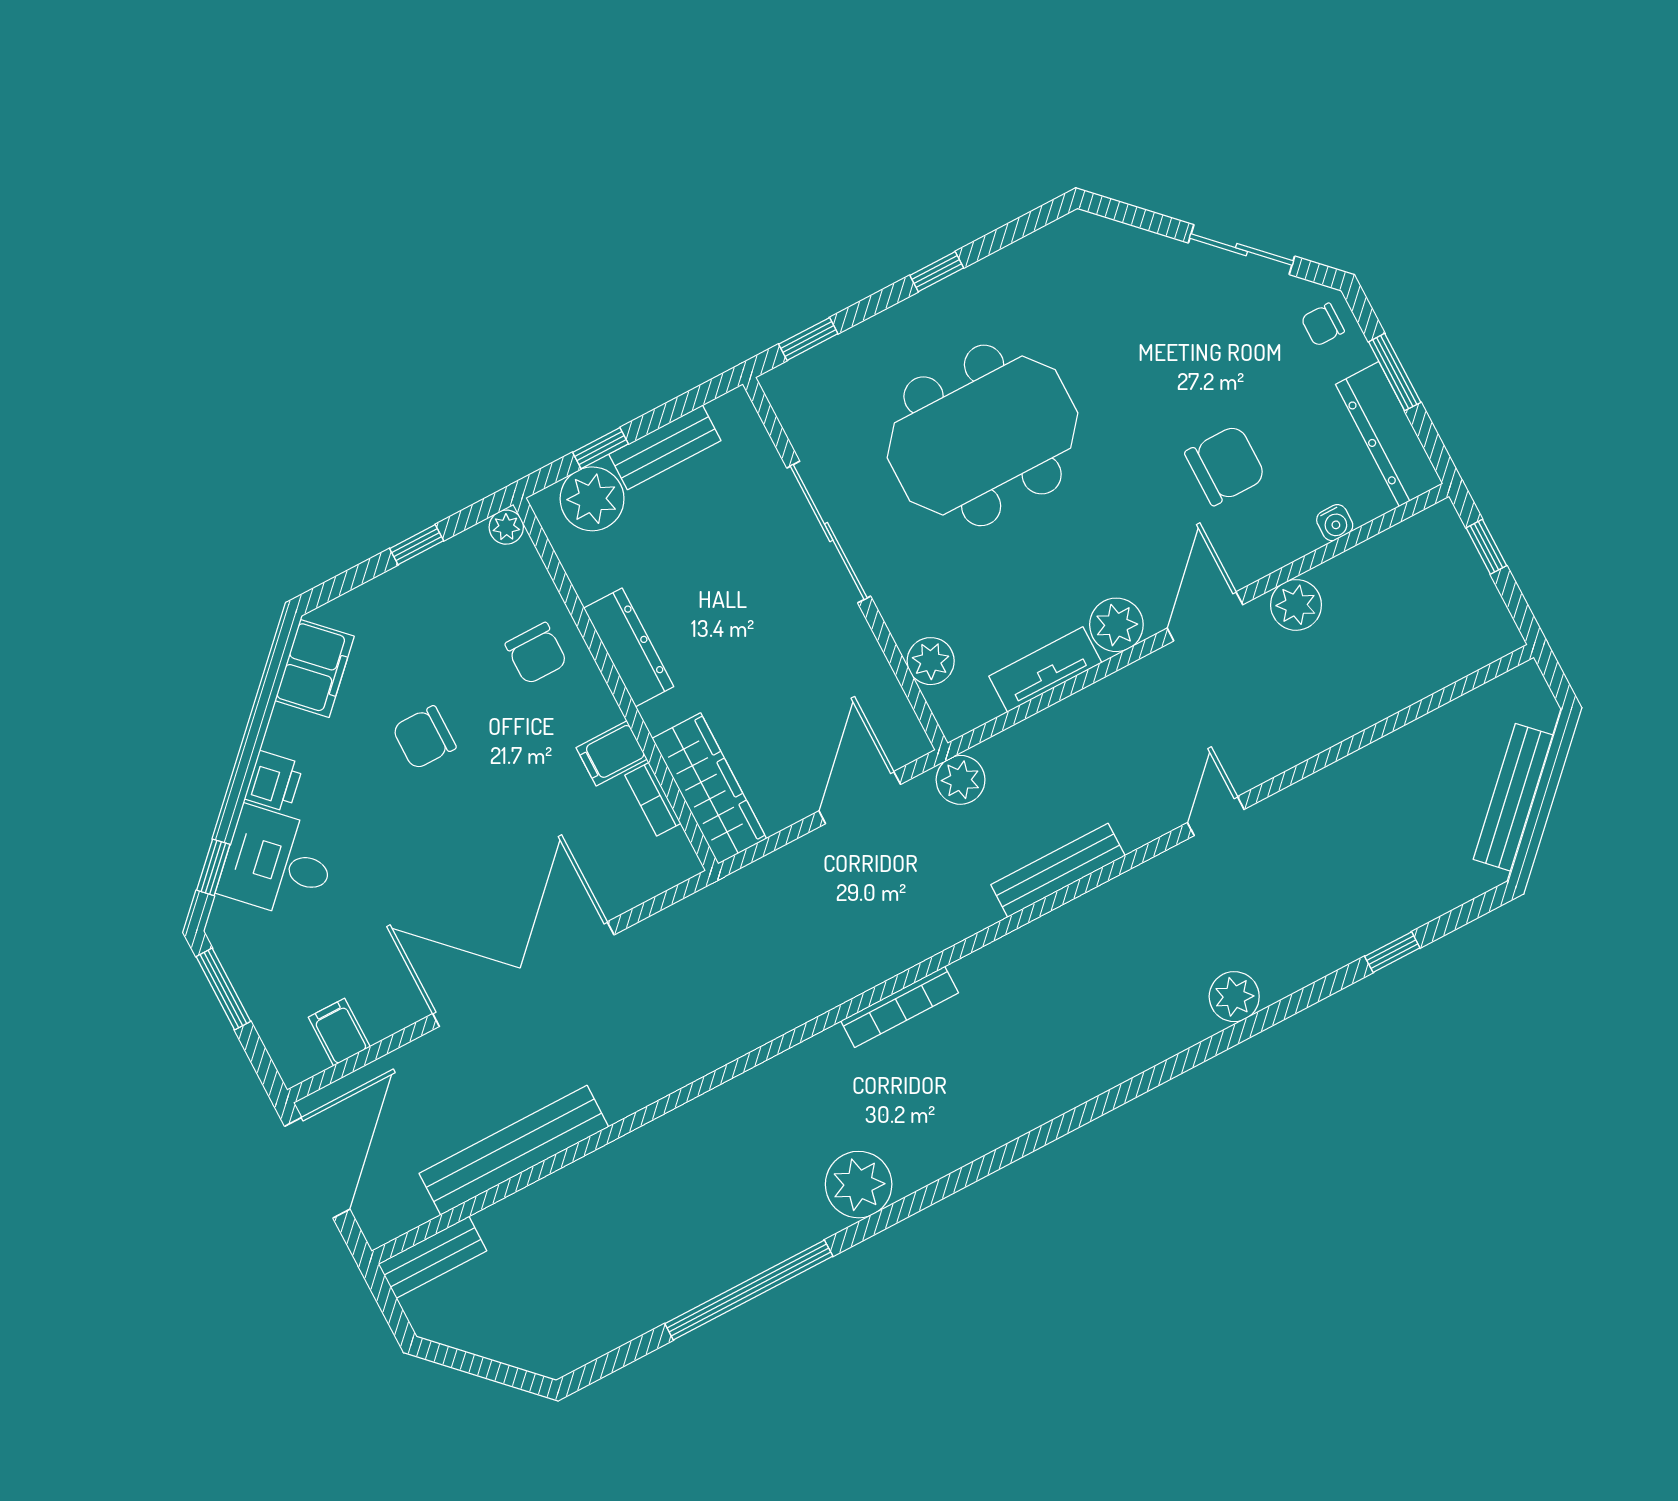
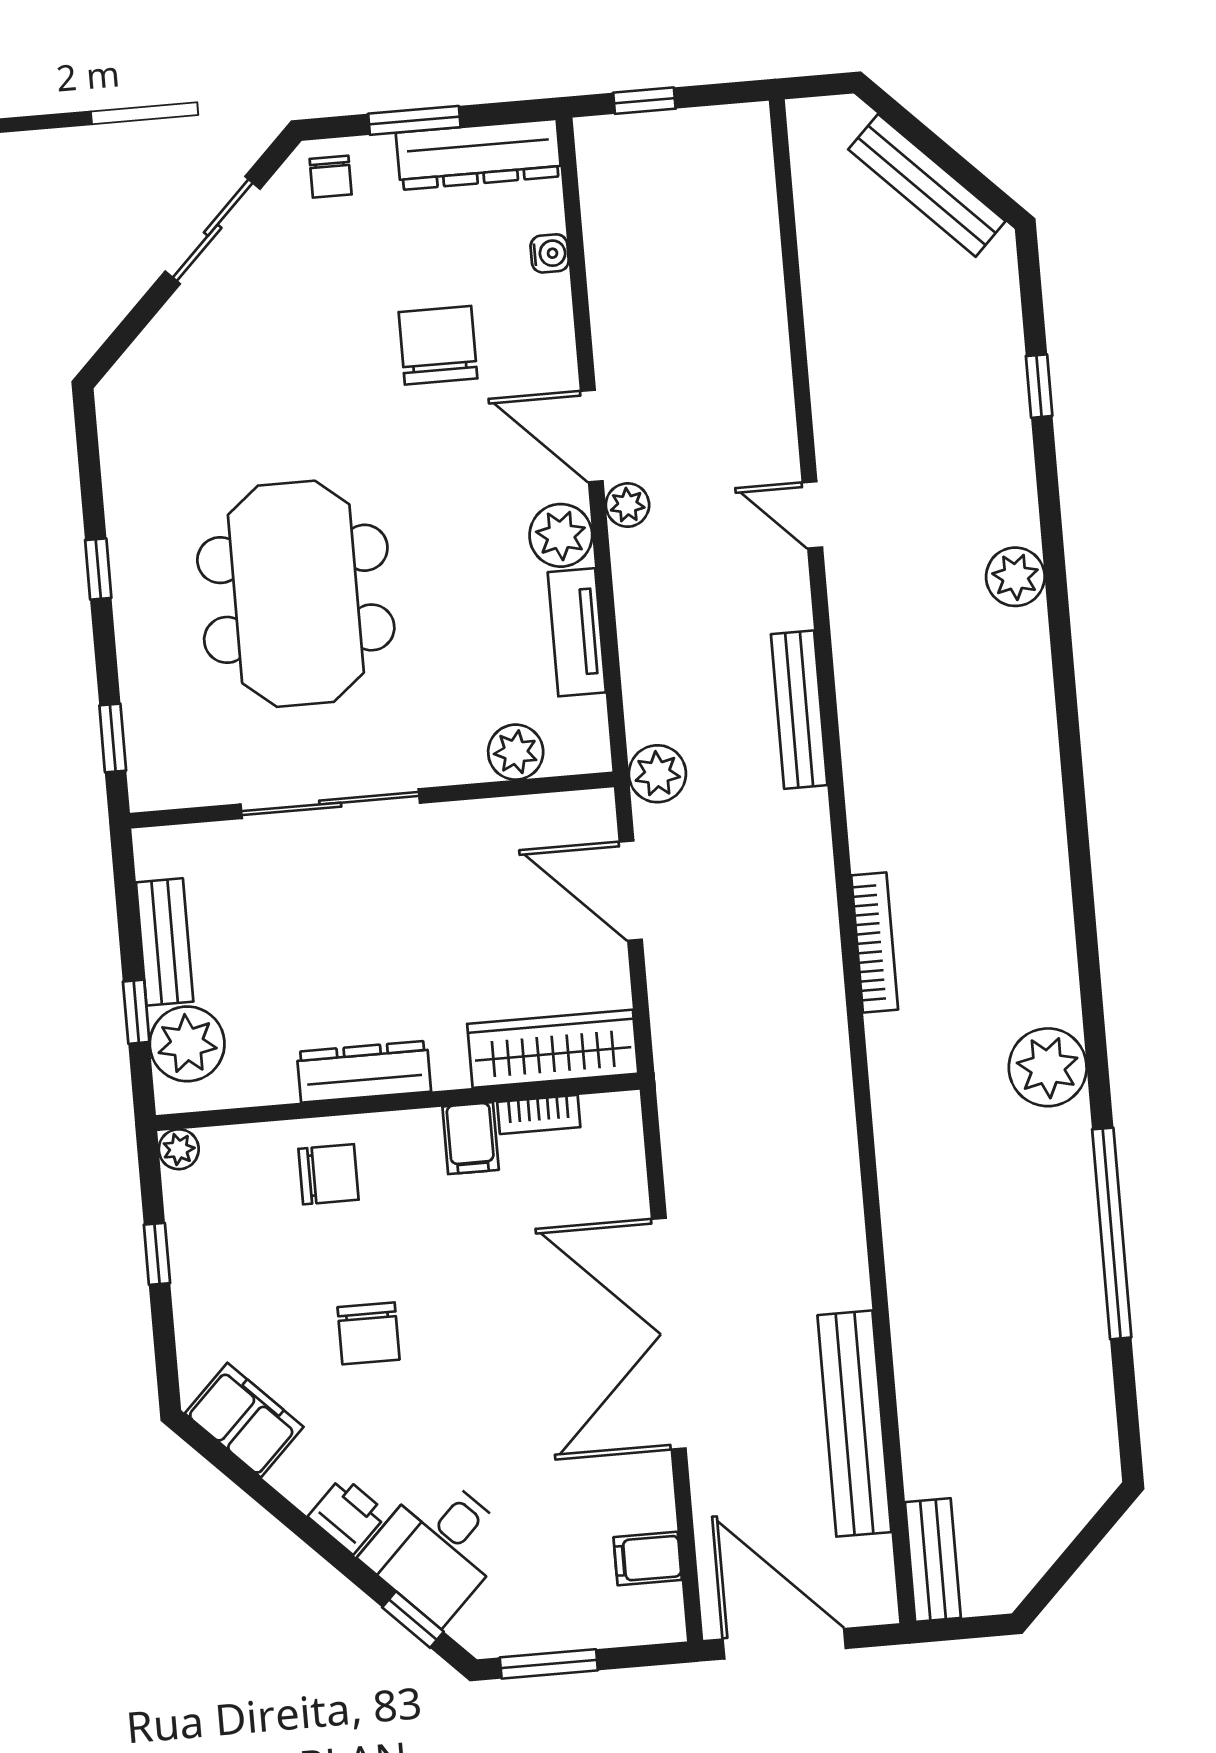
plant: (1296, 605) -> (627, 505), moved, width x0.73, depth x0.73

